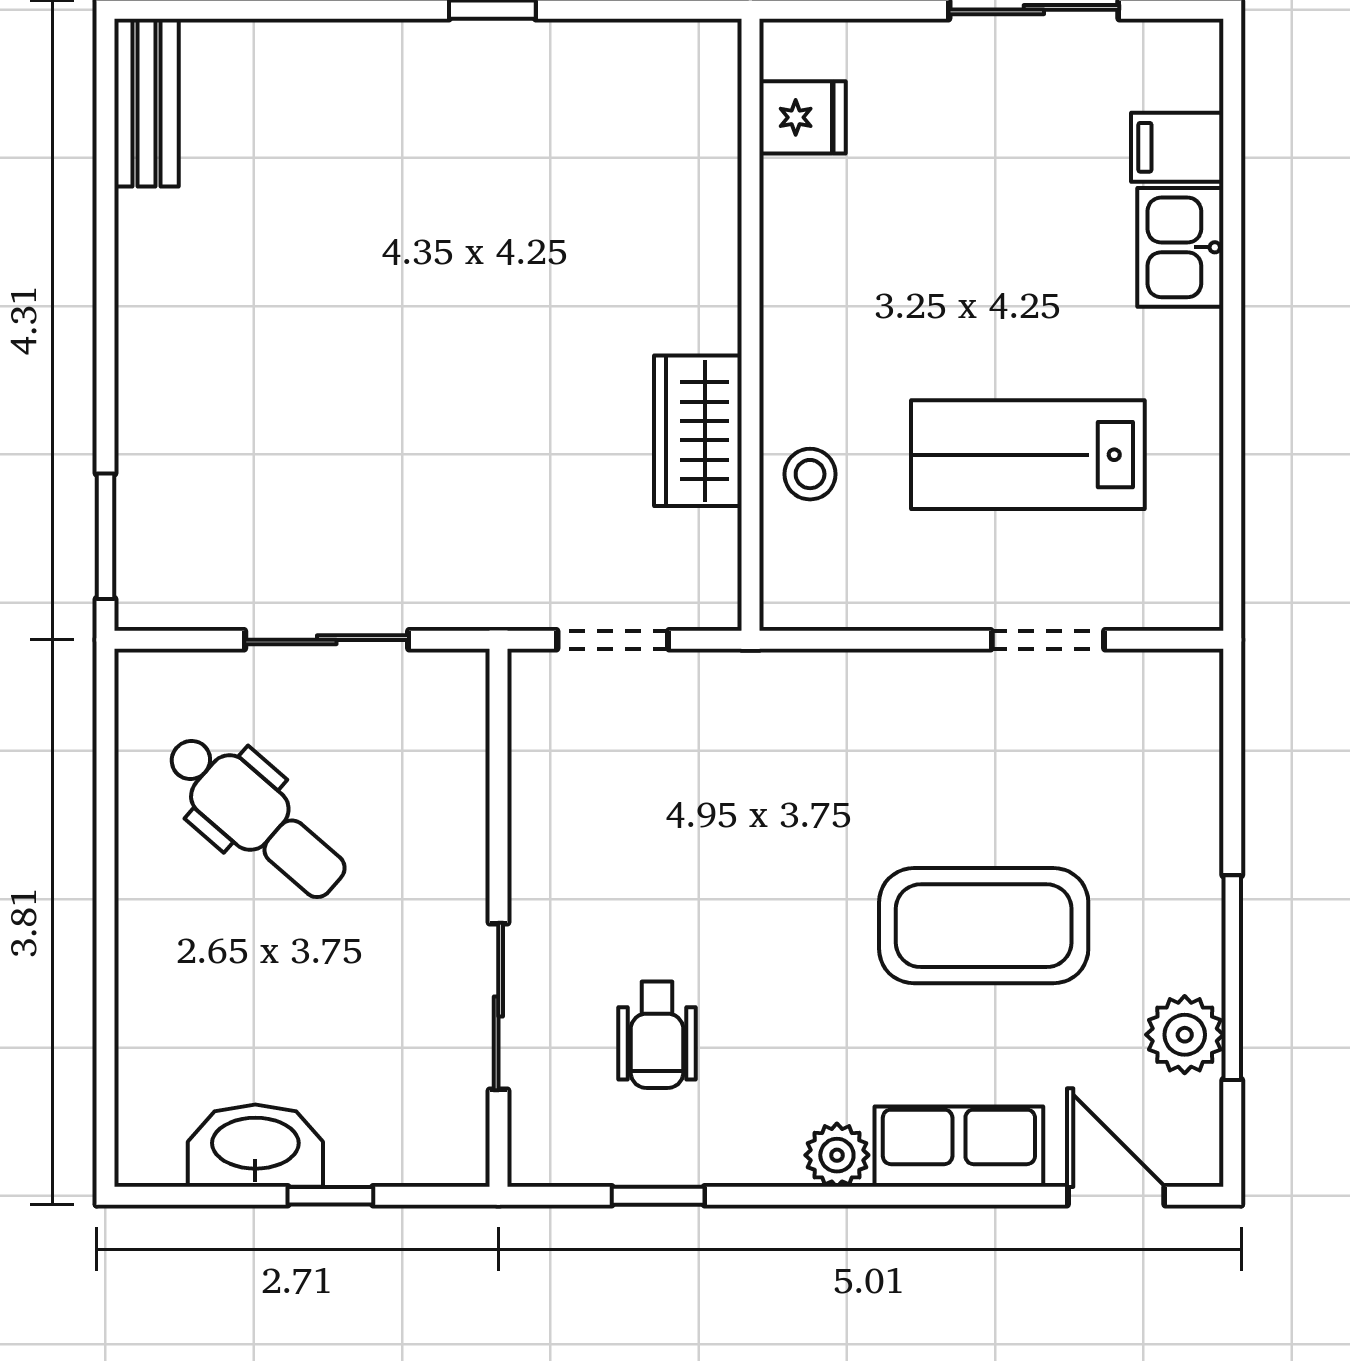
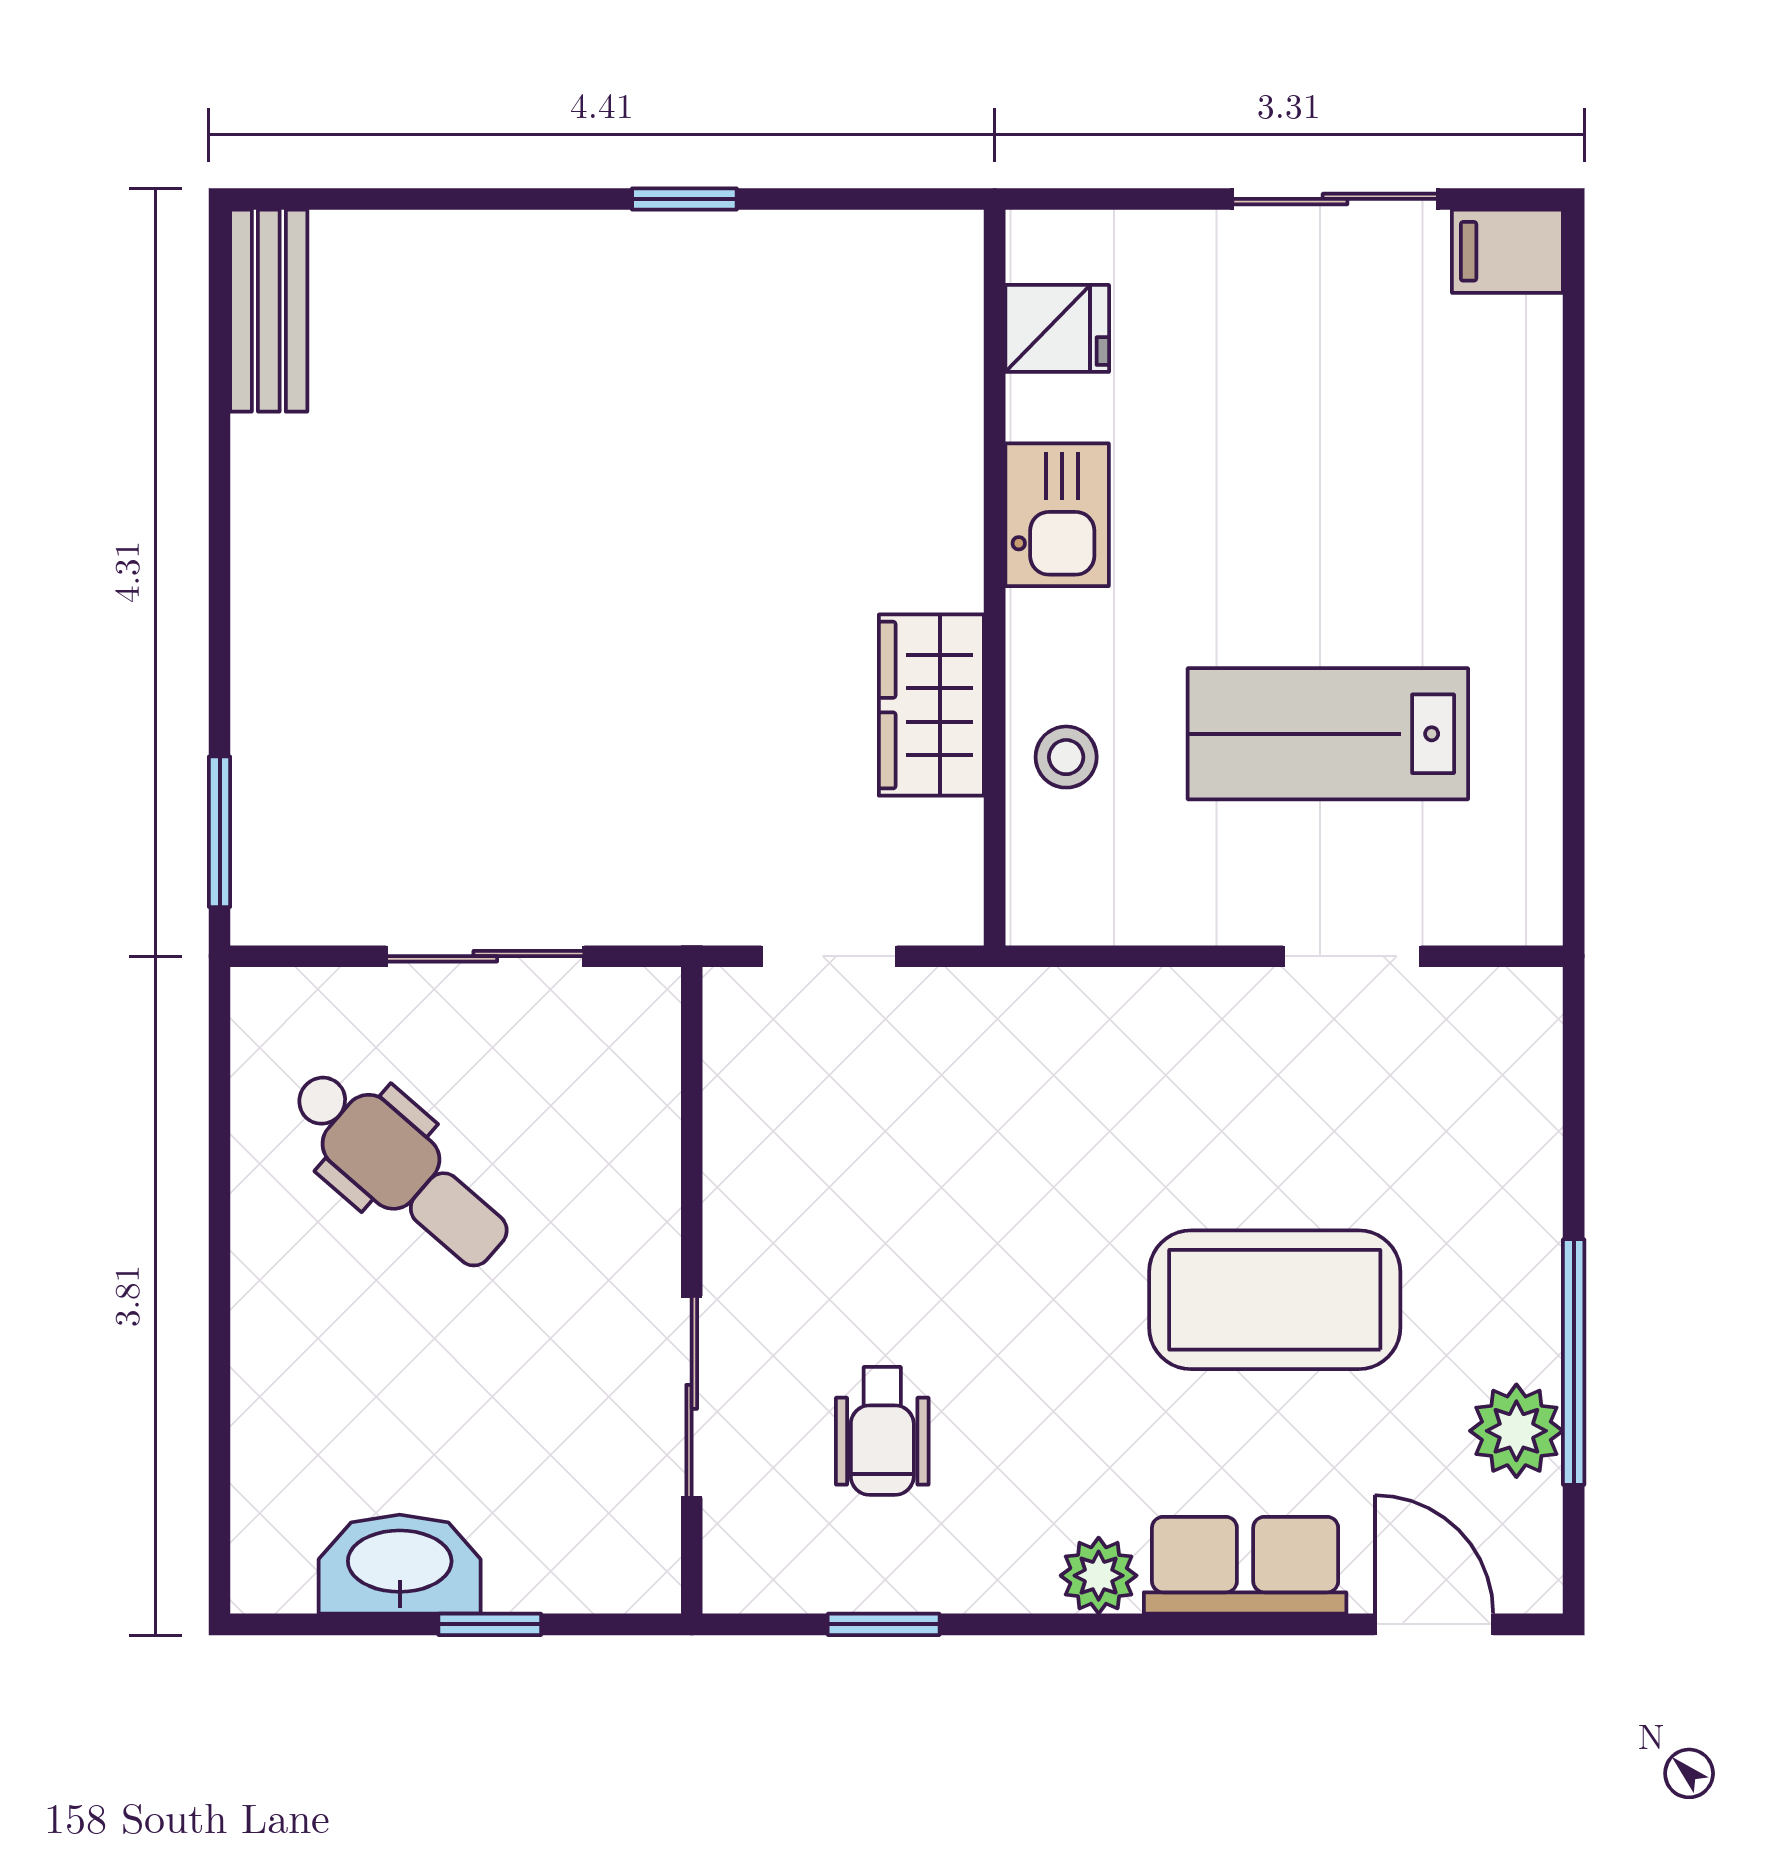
filing cabinet: (1177, 147) -> (1507, 251), moved
kitchen sink: (1180, 247) -> (1057, 515), moved, turned 180

